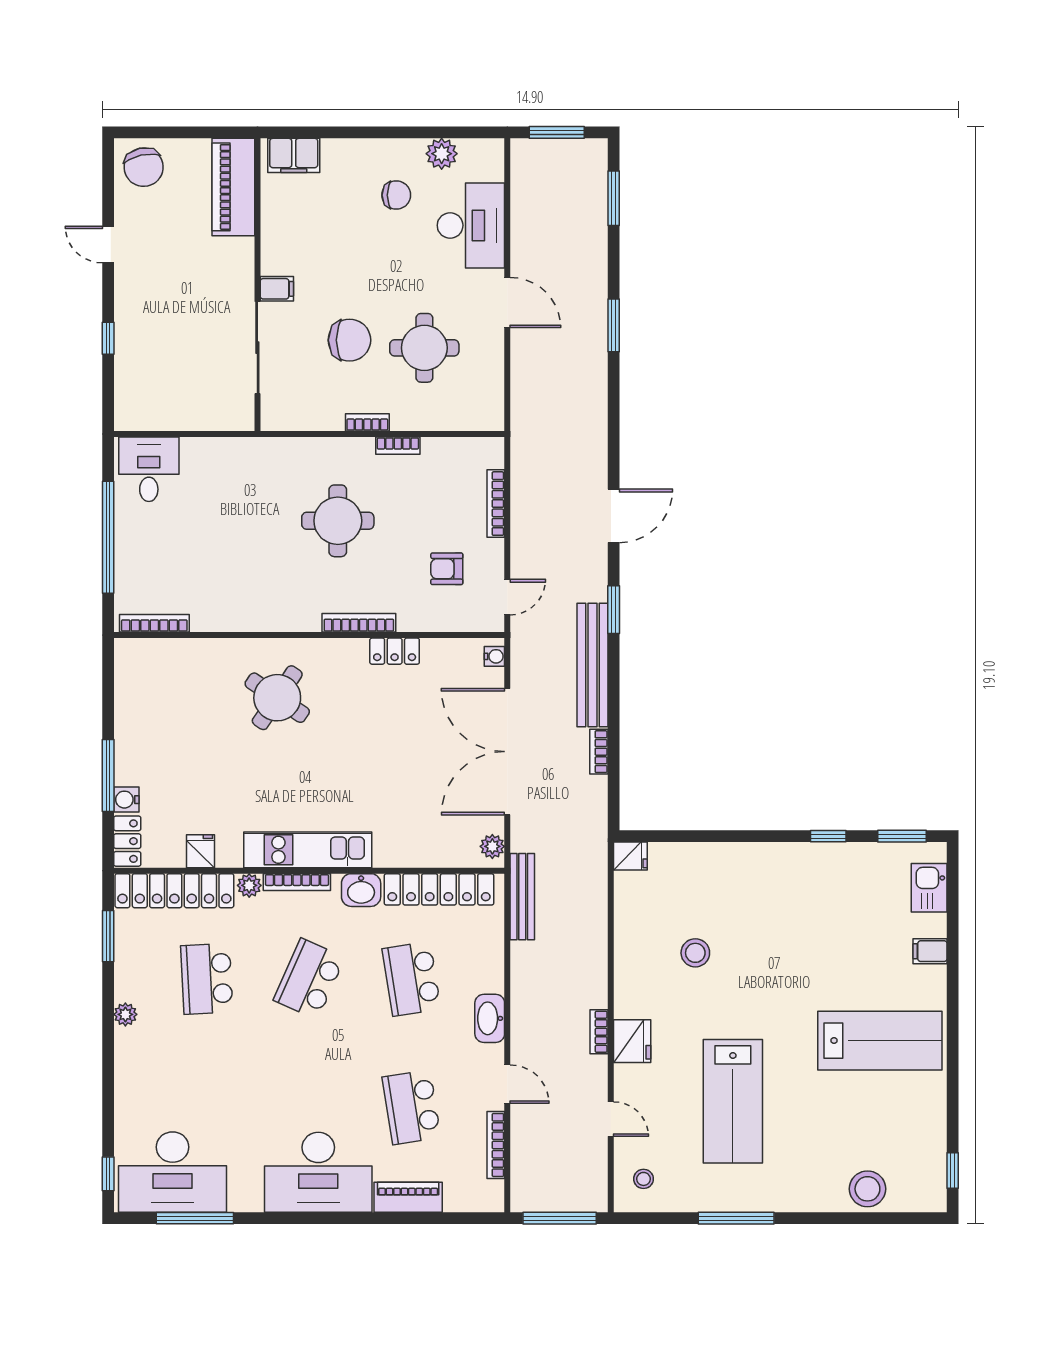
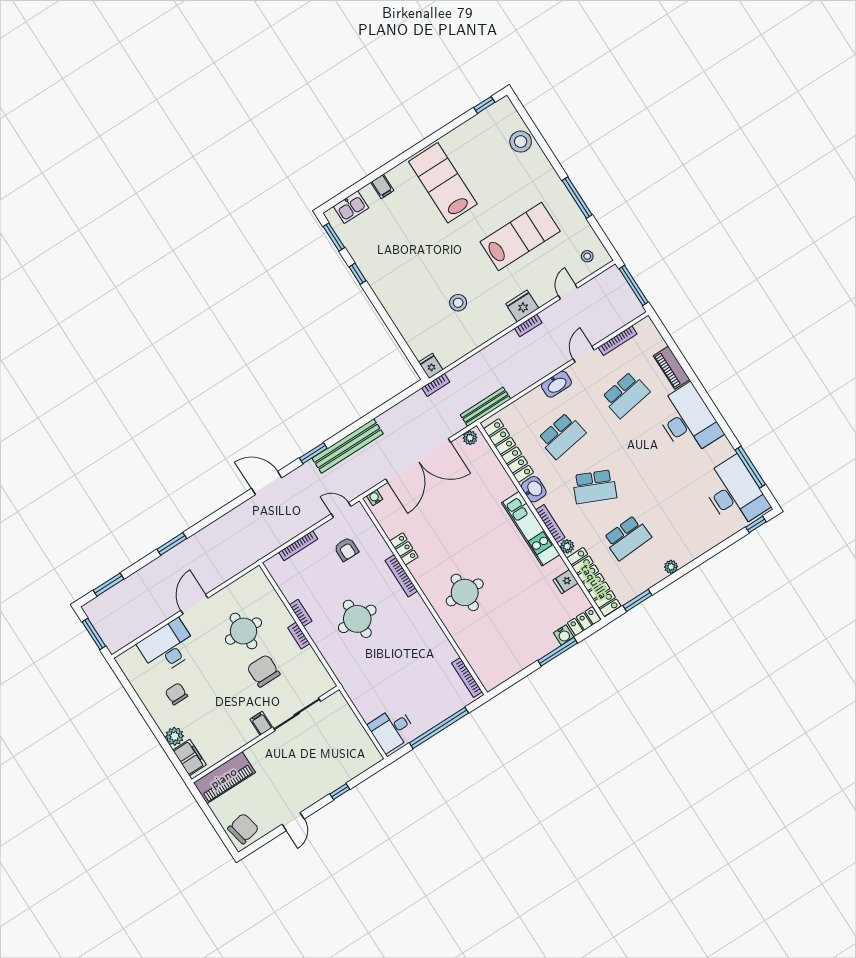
plant: (442, 154) -> (175, 736), moved
round table: (277, 698) -> (465, 592), turned -34
bookcase: (599, 752) -> (436, 385), moved

